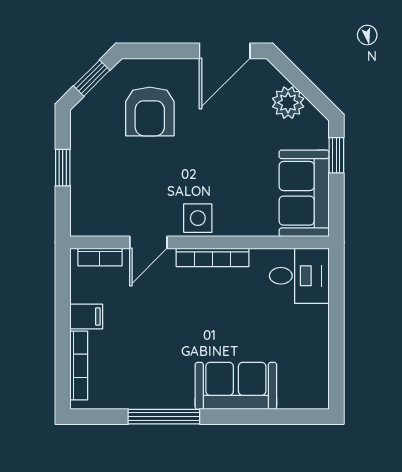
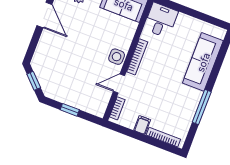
armchair: (150, 111) -> (59, 60), removed
door: (148, 242) -> (119, 84), swing flipped
sofa: (236, 386) -> (203, 62), width x1.36

